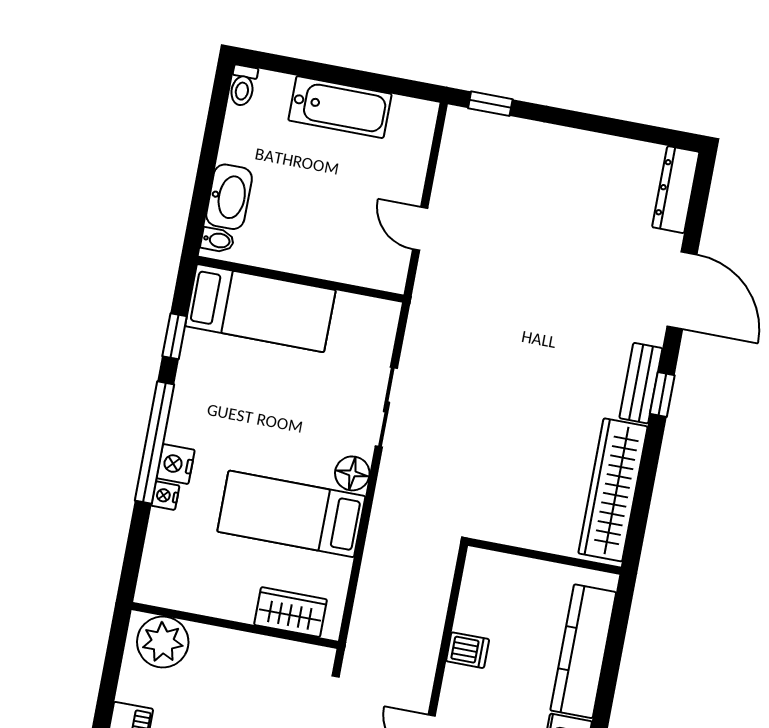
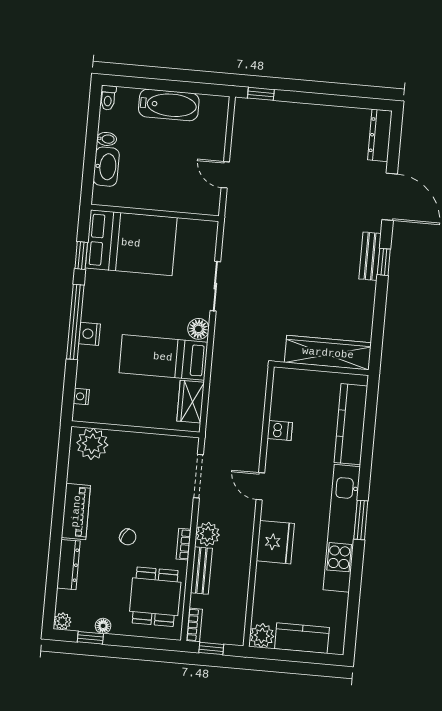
bidet: (217, 240) -> (107, 139), moved
bed: (260, 308) -> (131, 243), width x1.50
wardrobe: (613, 490) -> (328, 353), moved, turned 90
nightstand: (165, 496) -> (81, 396), moved
wardrobe: (290, 612) -> (191, 402), moved, turned -90

